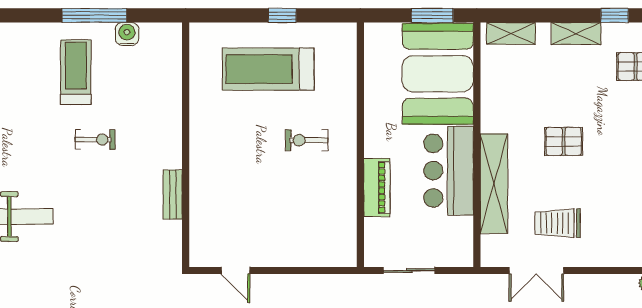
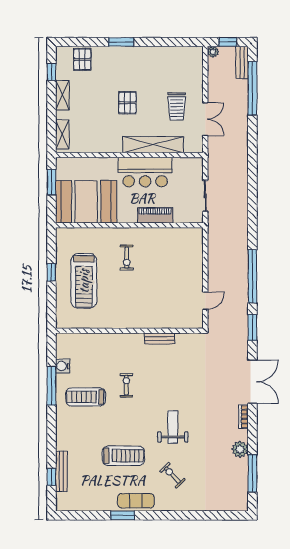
booth: (438, 74) -> (86, 202), moved

